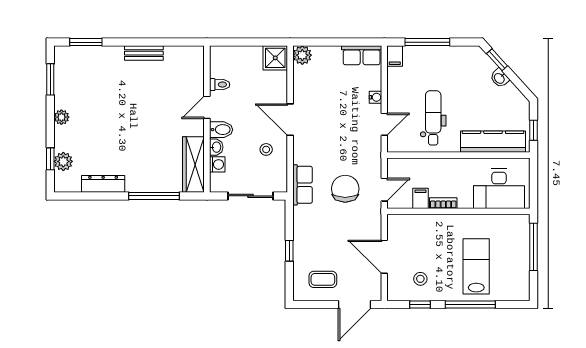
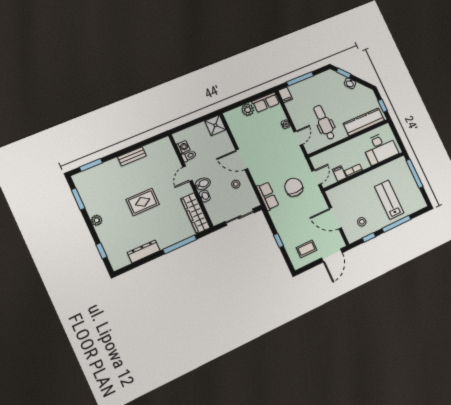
plant: (302, 55) -> (248, 110), moved
rug: (131, 119) -> (143, 202), added
plant: (63, 161) -> (111, 249), removed
washing machine: (217, 164) -> (183, 147), moved

